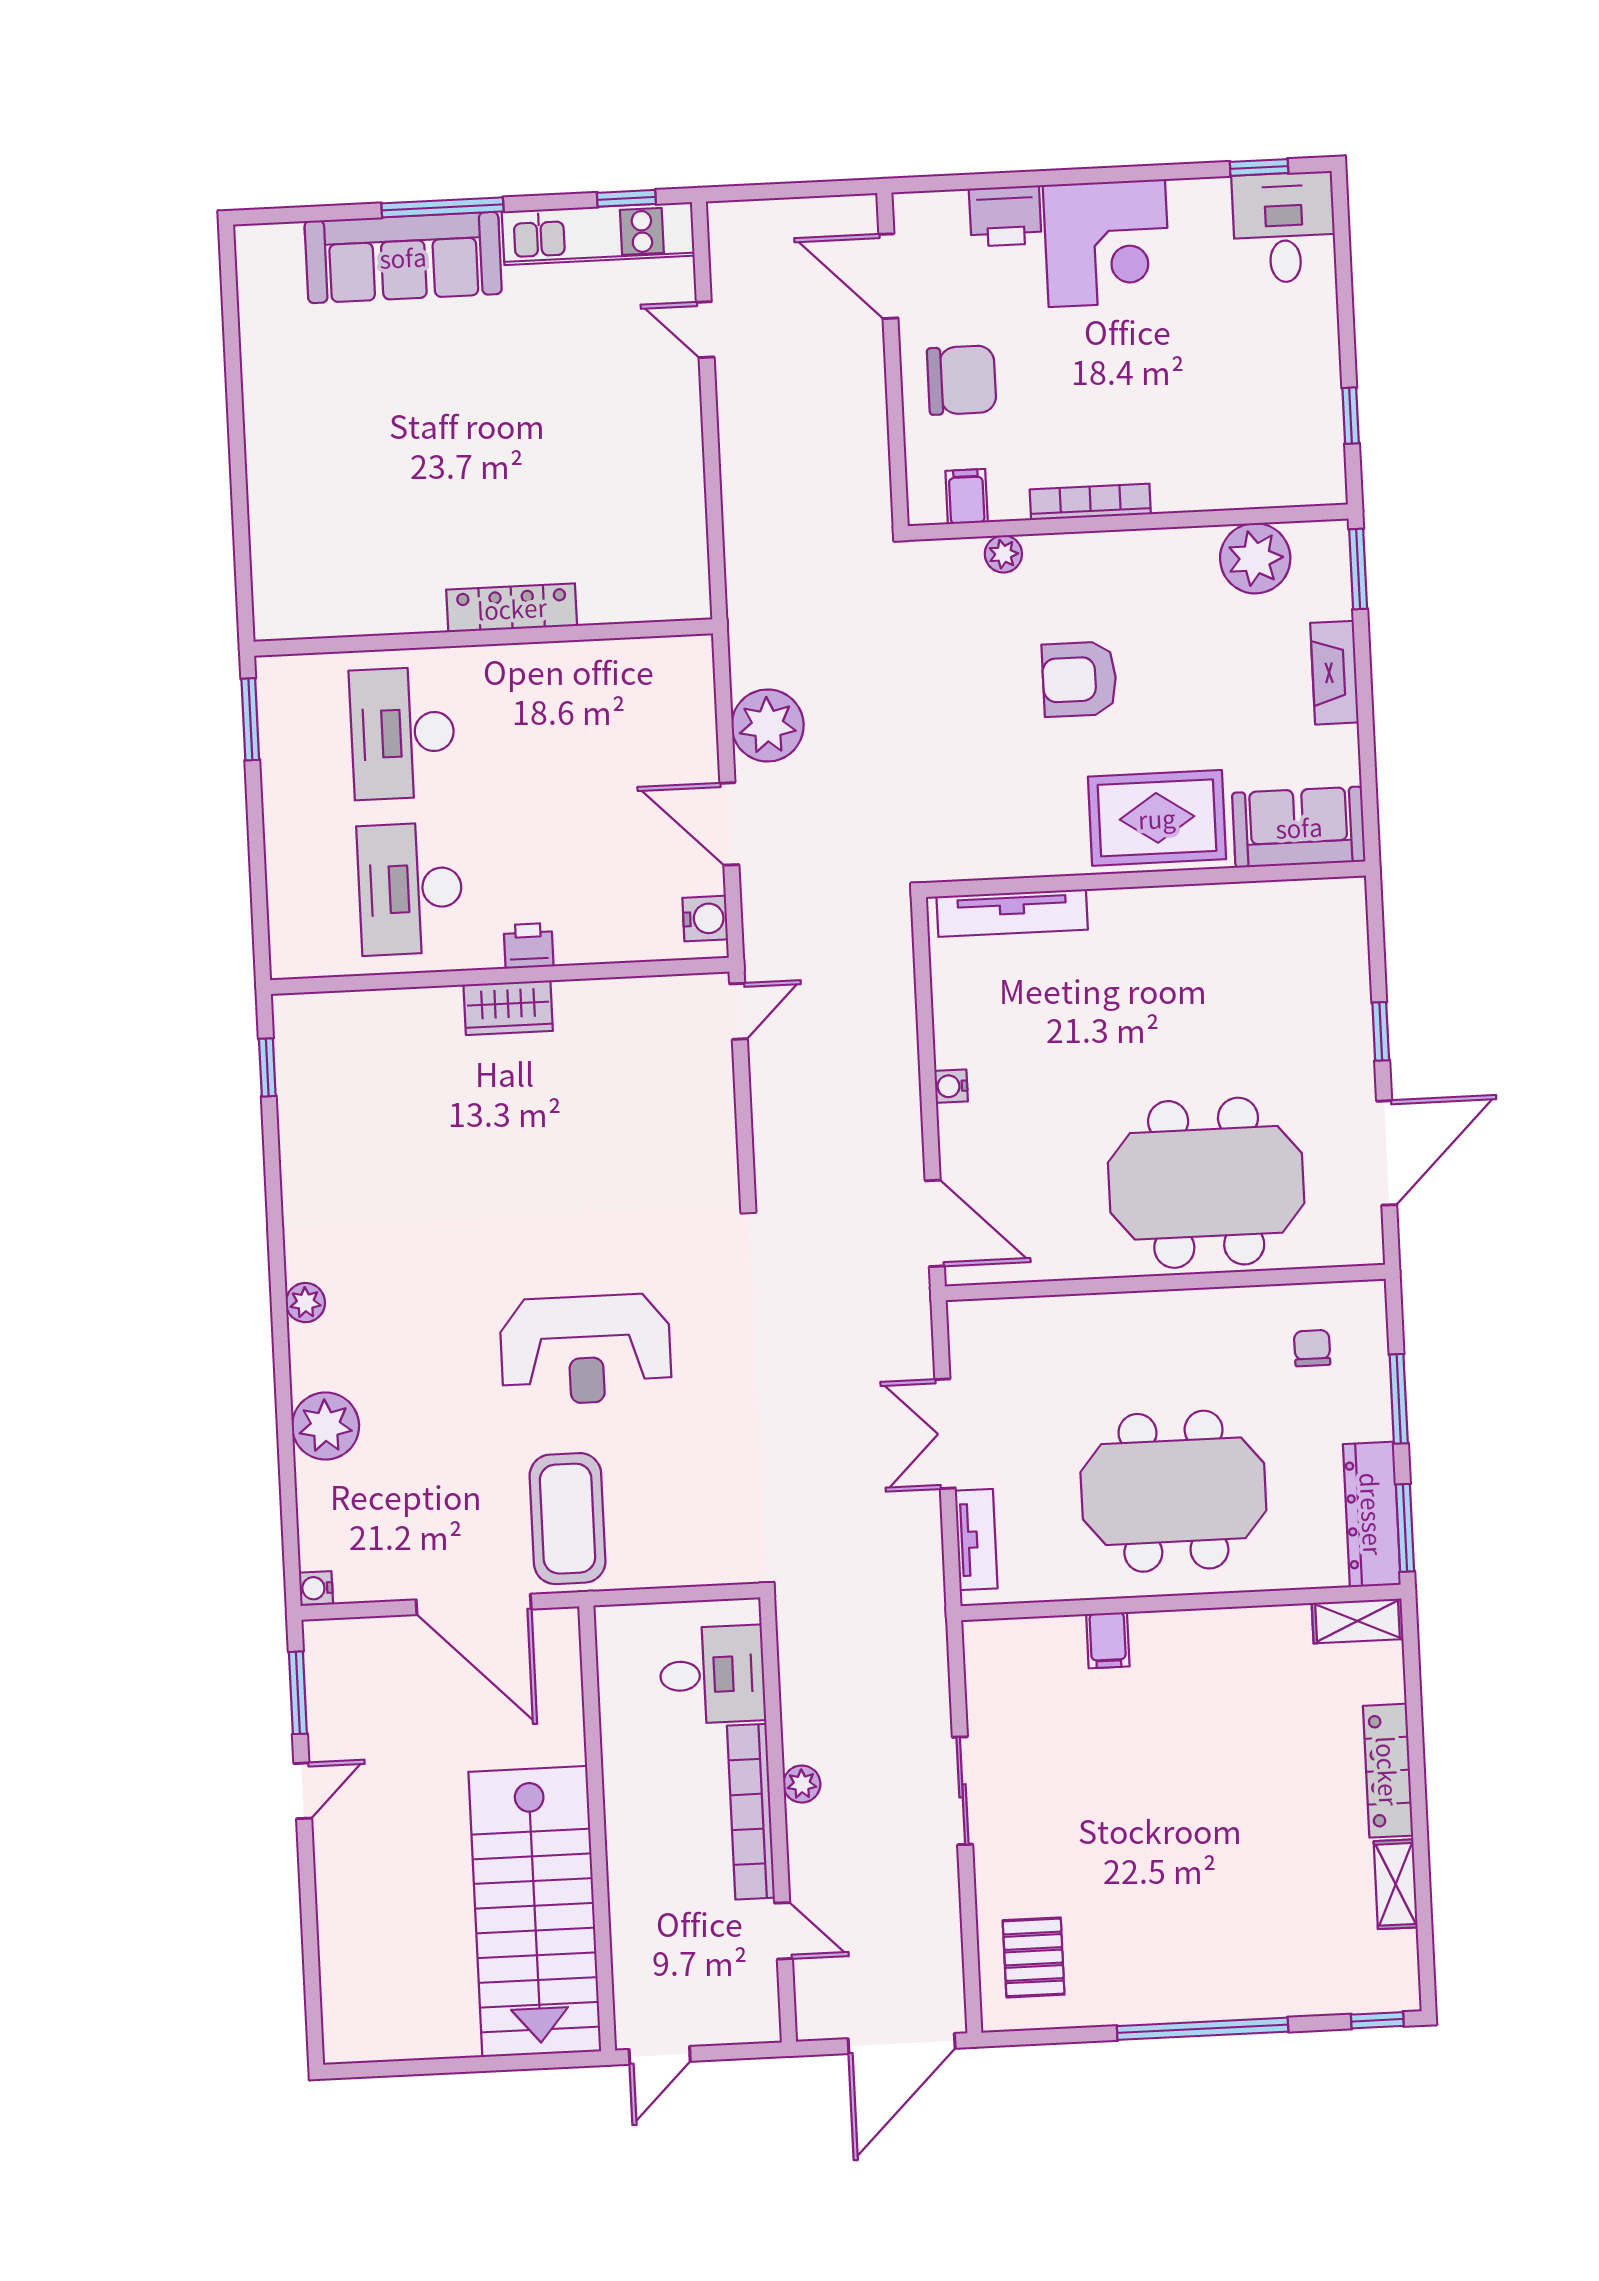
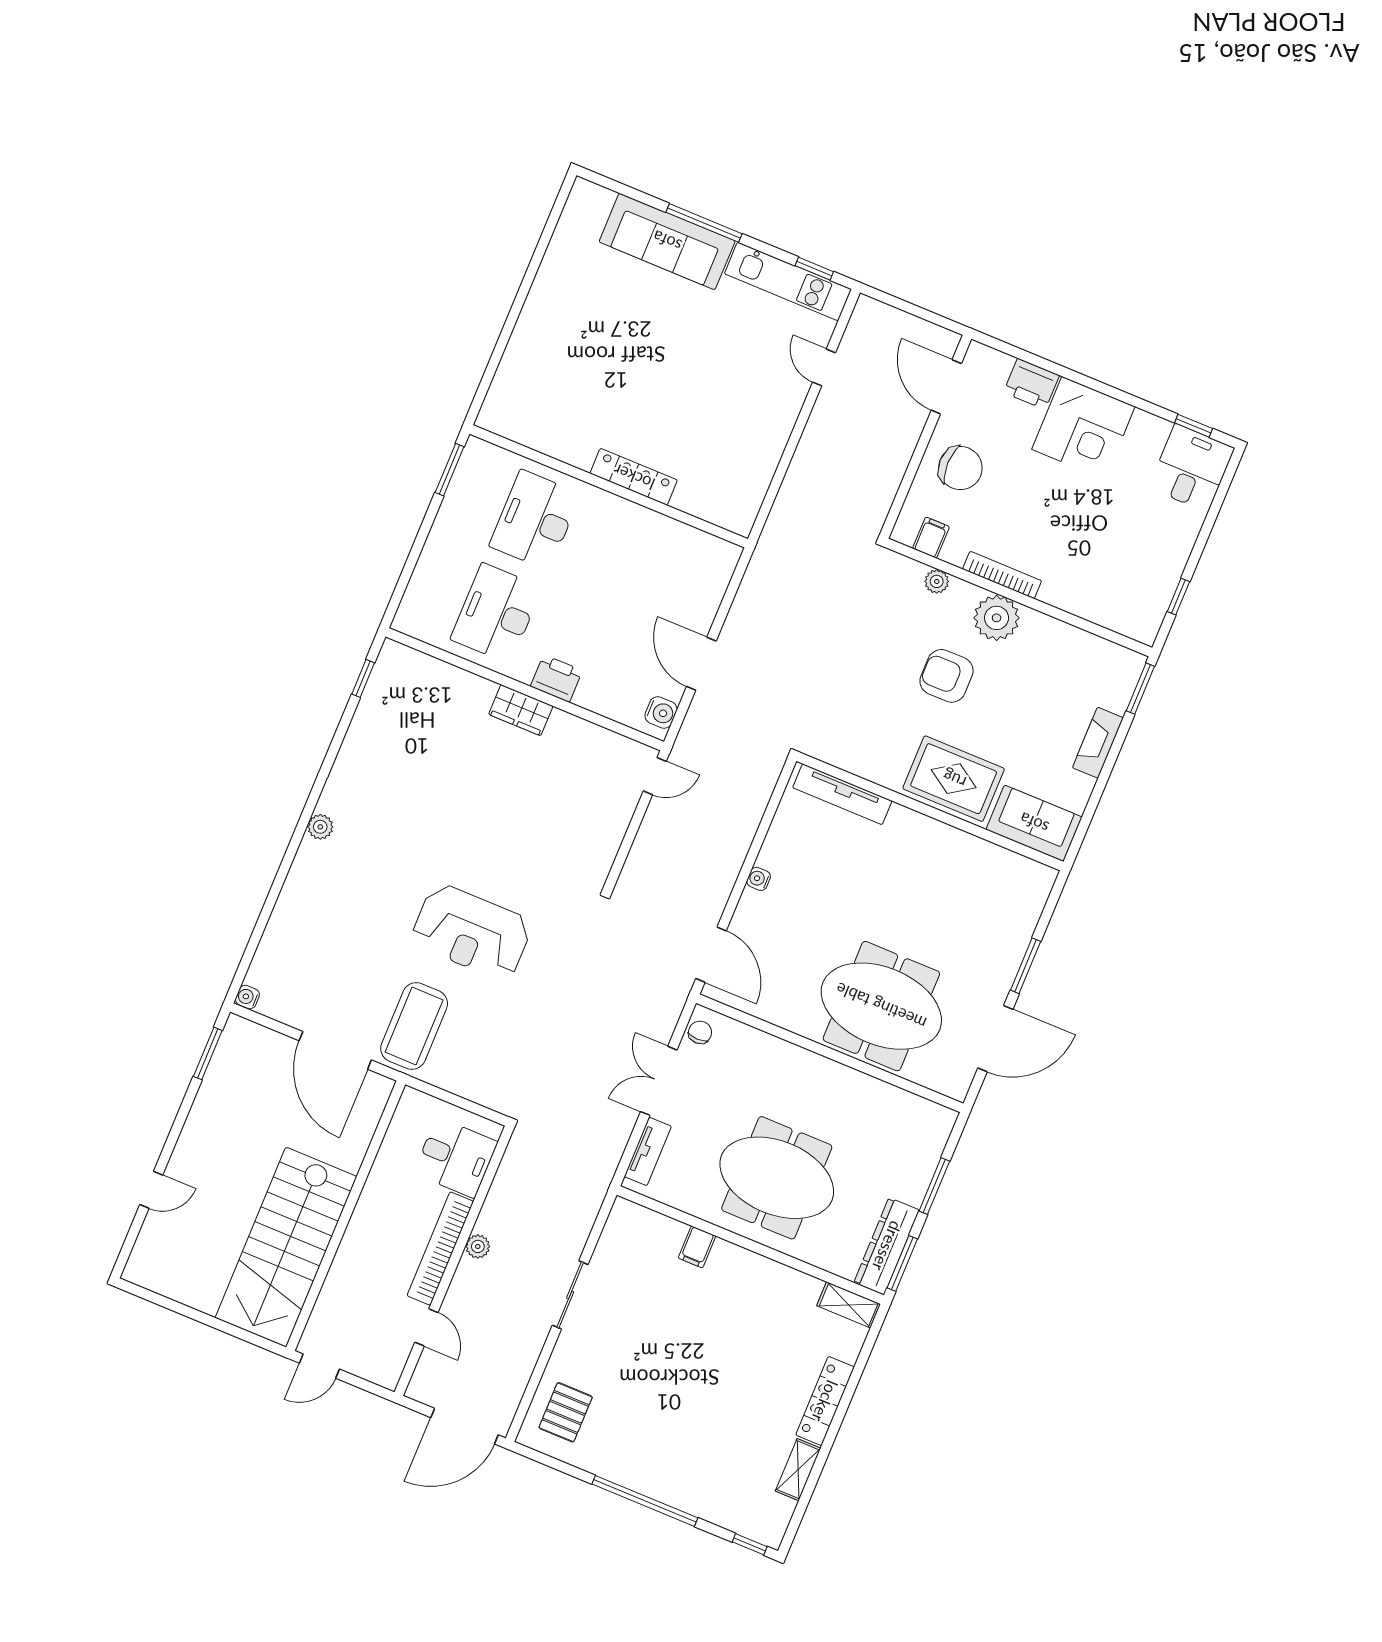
plant: (1255, 558) -> (997, 618), moved
plant: (768, 726) -> (751, 617), removed
printer: (529, 946) -> (556, 678), width x1.36, depth x1.24
window: (1381, 1031) -> (1026, 966), width x1.50
chair: (1312, 1348) -> (700, 1032), moved
plant: (325, 1426) -> (298, 905), removed
door: (303, 1791) -> (151, 1190), moved

